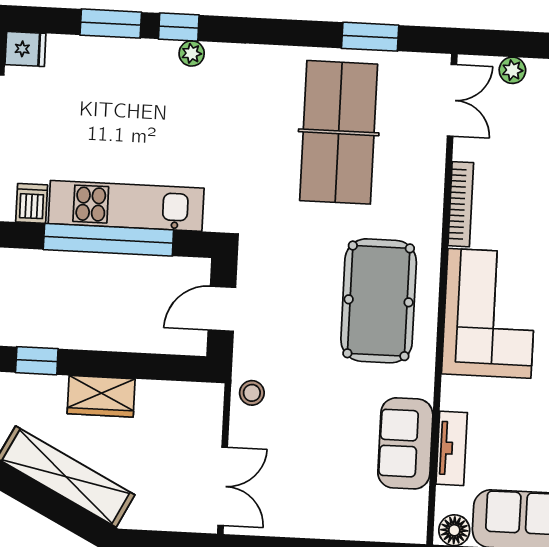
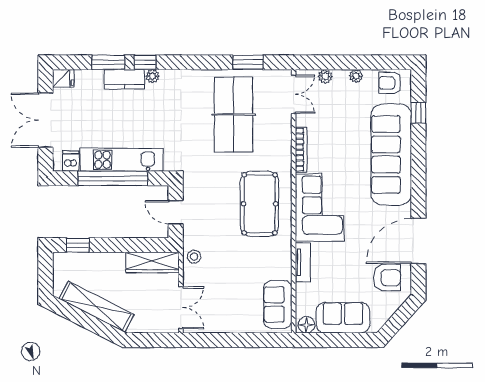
kitchen counter: (139, 57) -> (124, 79), added
door: (222, 309) -> (176, 212), hinge flipped
wardrobe: (101, 396) -> (153, 263), moved, width x1.50
sofa: (405, 443) -> (278, 304), moved
tv unit: (452, 448) -> (303, 262), moved

